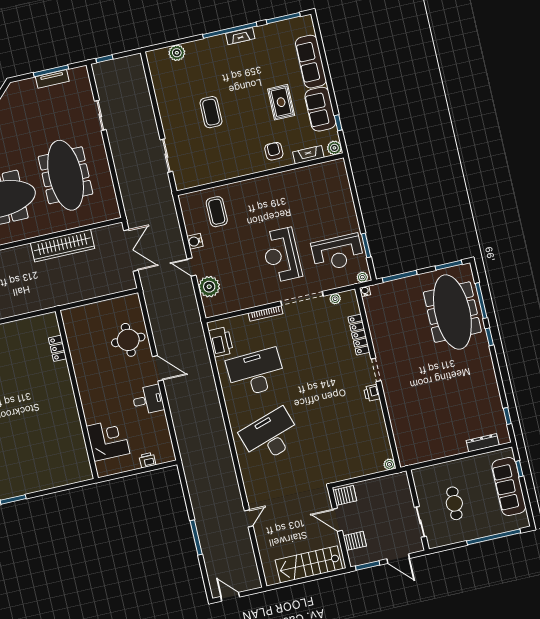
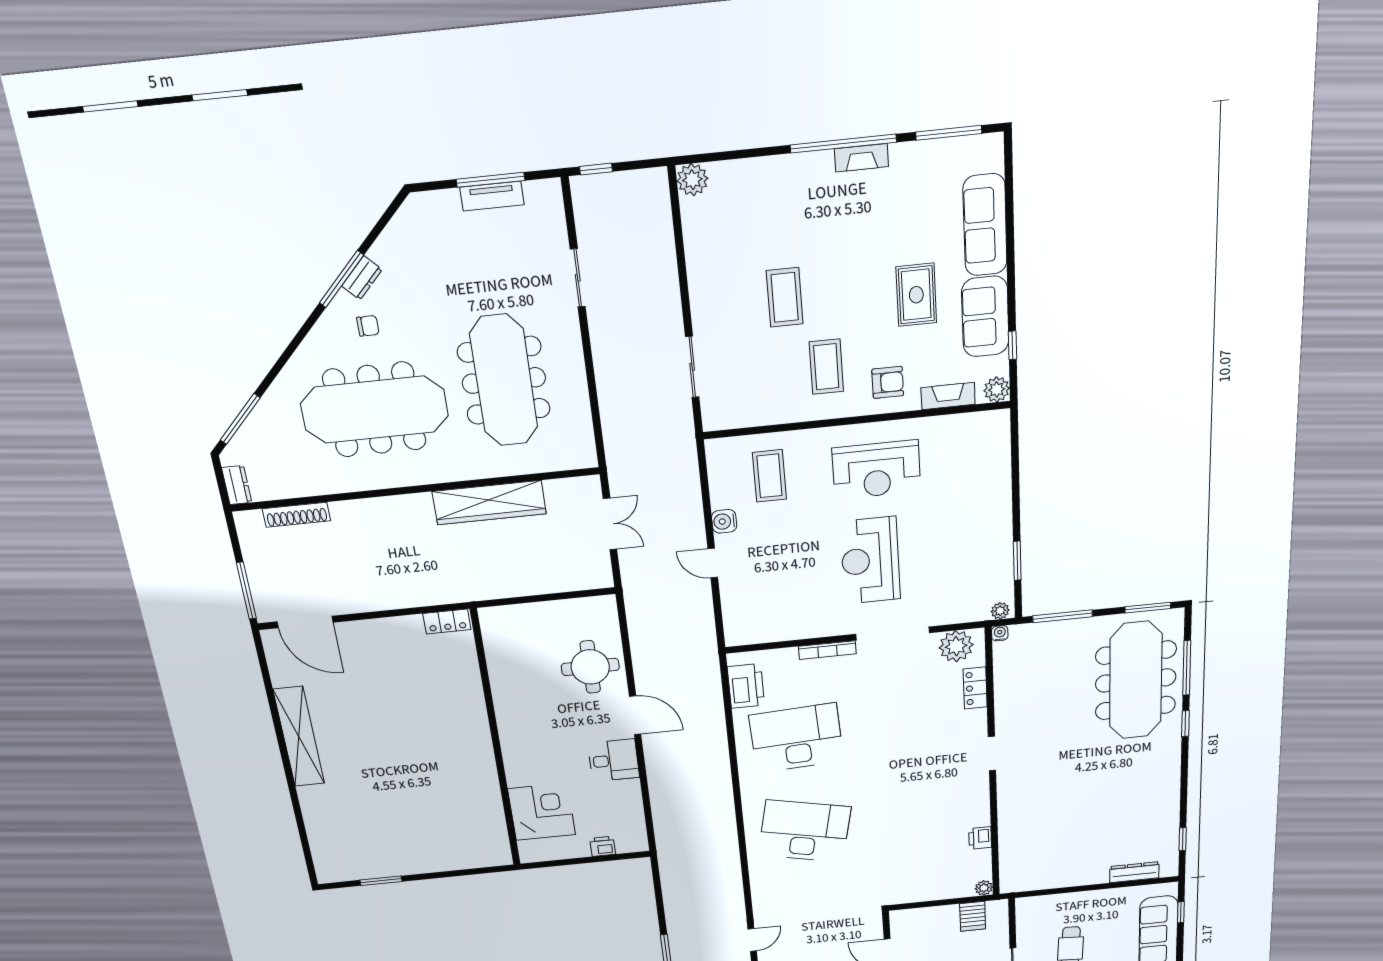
plant: (177, 53) -> (692, 180), moved
coffee table: (239, 147) -> (826, 367), added
armchair: (274, 151) -> (888, 382), turned 90
double door: (131, 250) -> (610, 524), width x0.73
reception desk: (337, 253) -> (876, 470), moved
plant: (209, 287) -> (738, 598), removed
plant: (335, 299) -> (956, 646), width x1.88, depth x1.88
locker: (359, 335) -> (975, 688), width x0.66
locker: (57, 348) -> (447, 622), moved, turned -90
printer: (372, 393) -> (980, 838), moved
desk: (270, 436) -> (804, 831), turned 30
server rack: (345, 495) -> (973, 916), moved, turned 90

